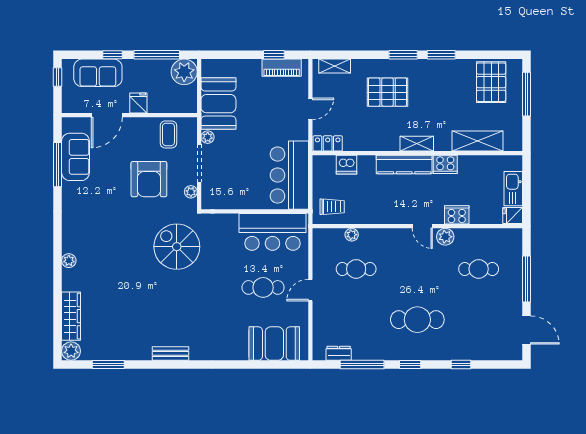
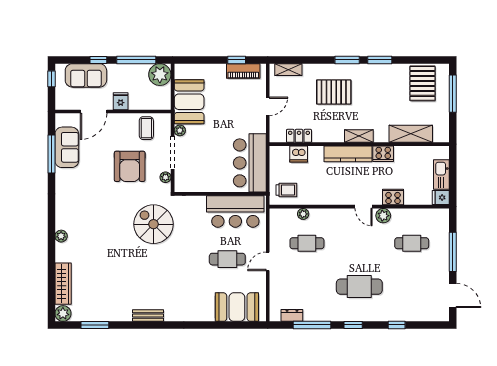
locker: (328, 143) -> (299, 136), moved

